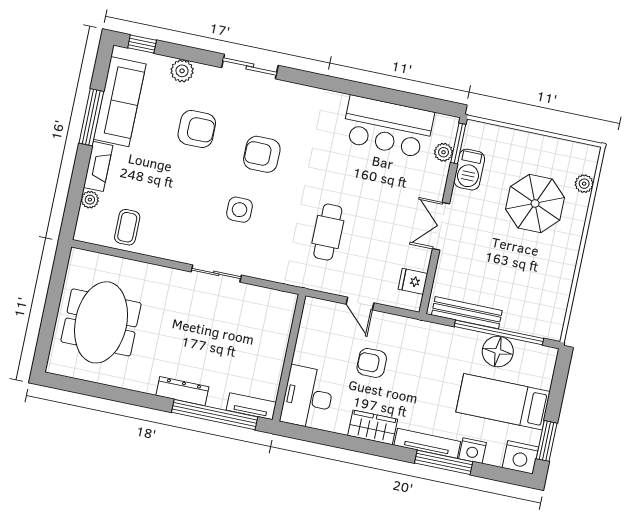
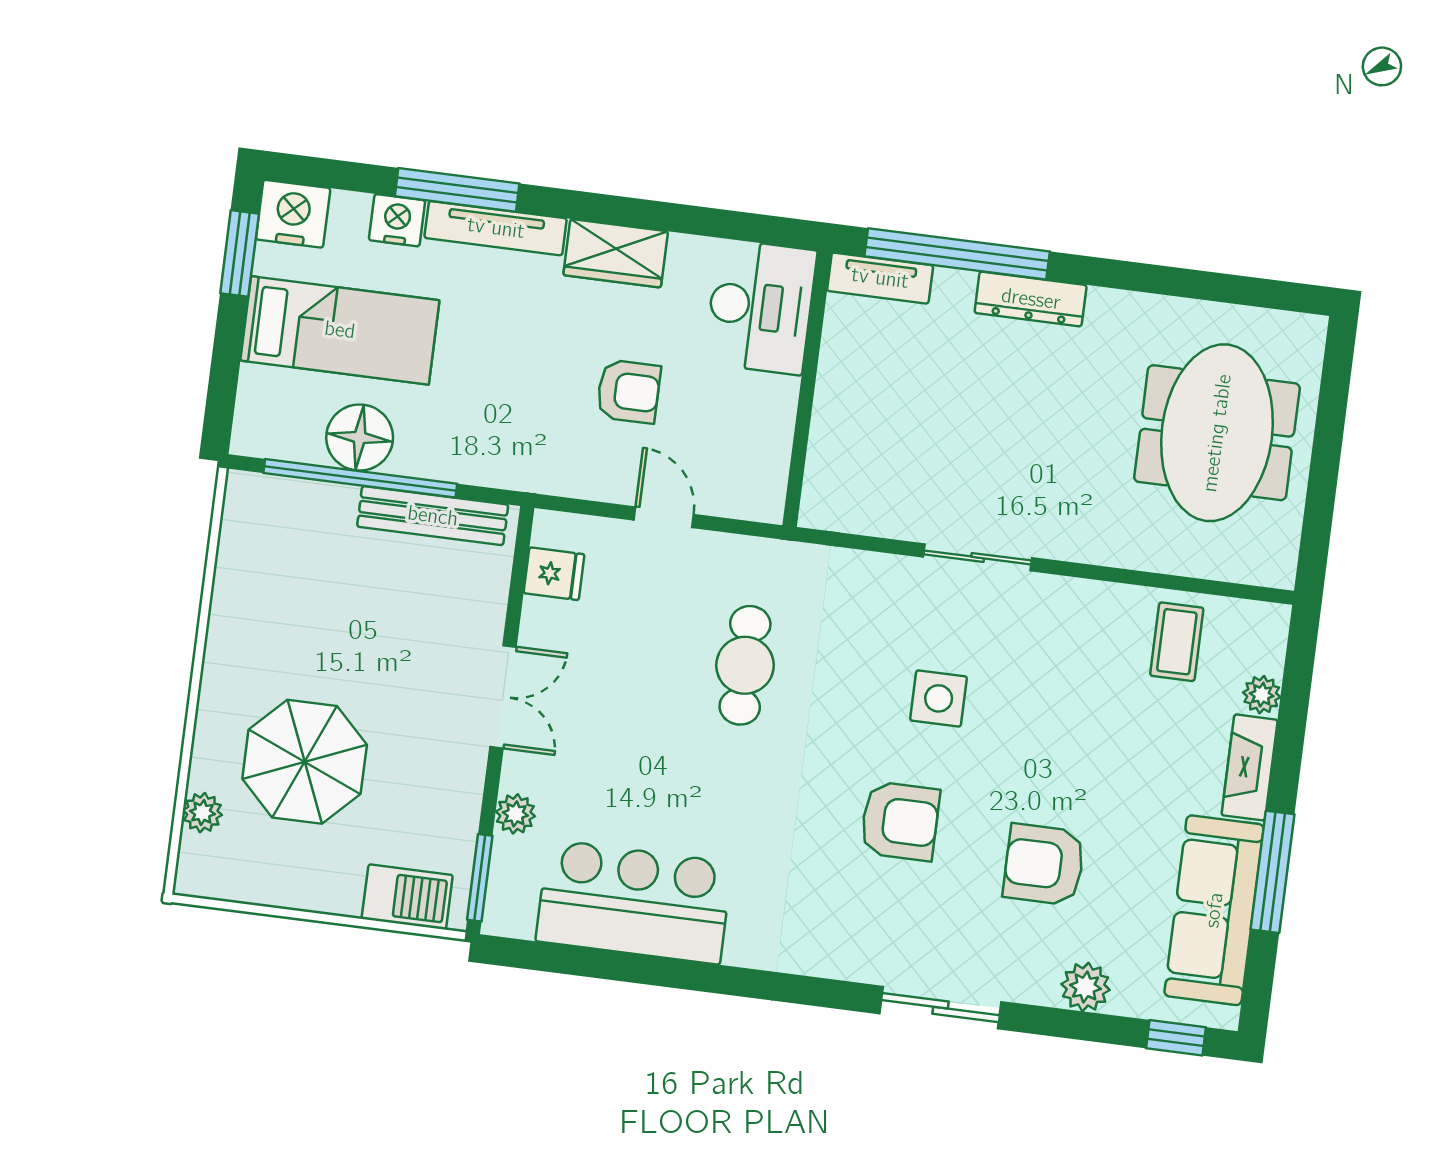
plant: (444, 152) -> (515, 814), moved
barbecue: (469, 170) -> (407, 897), moved, turned 90

